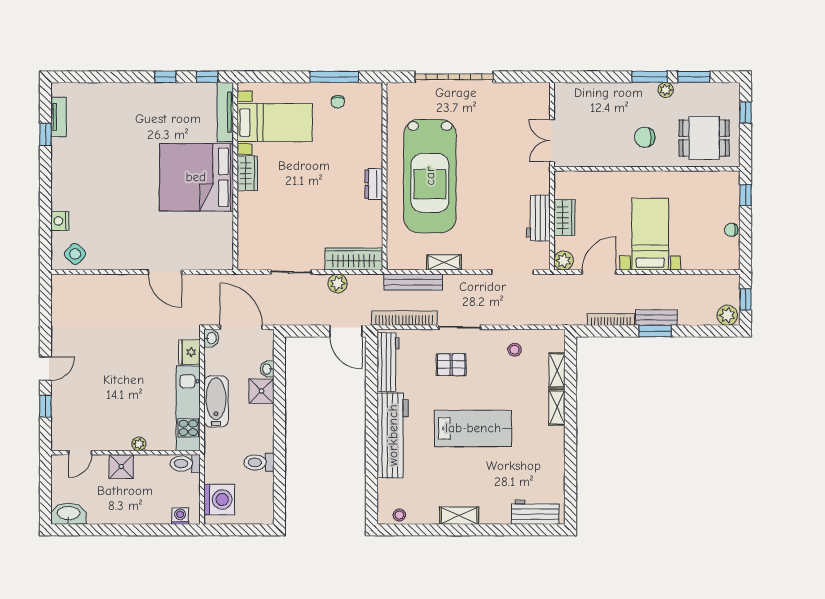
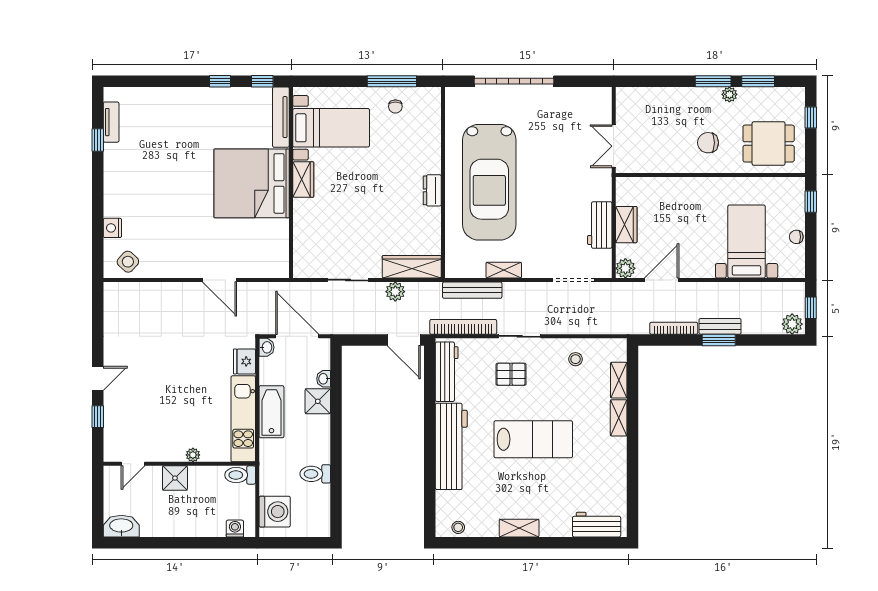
bed with nightstands: (650, 234) -> (747, 241), moved

